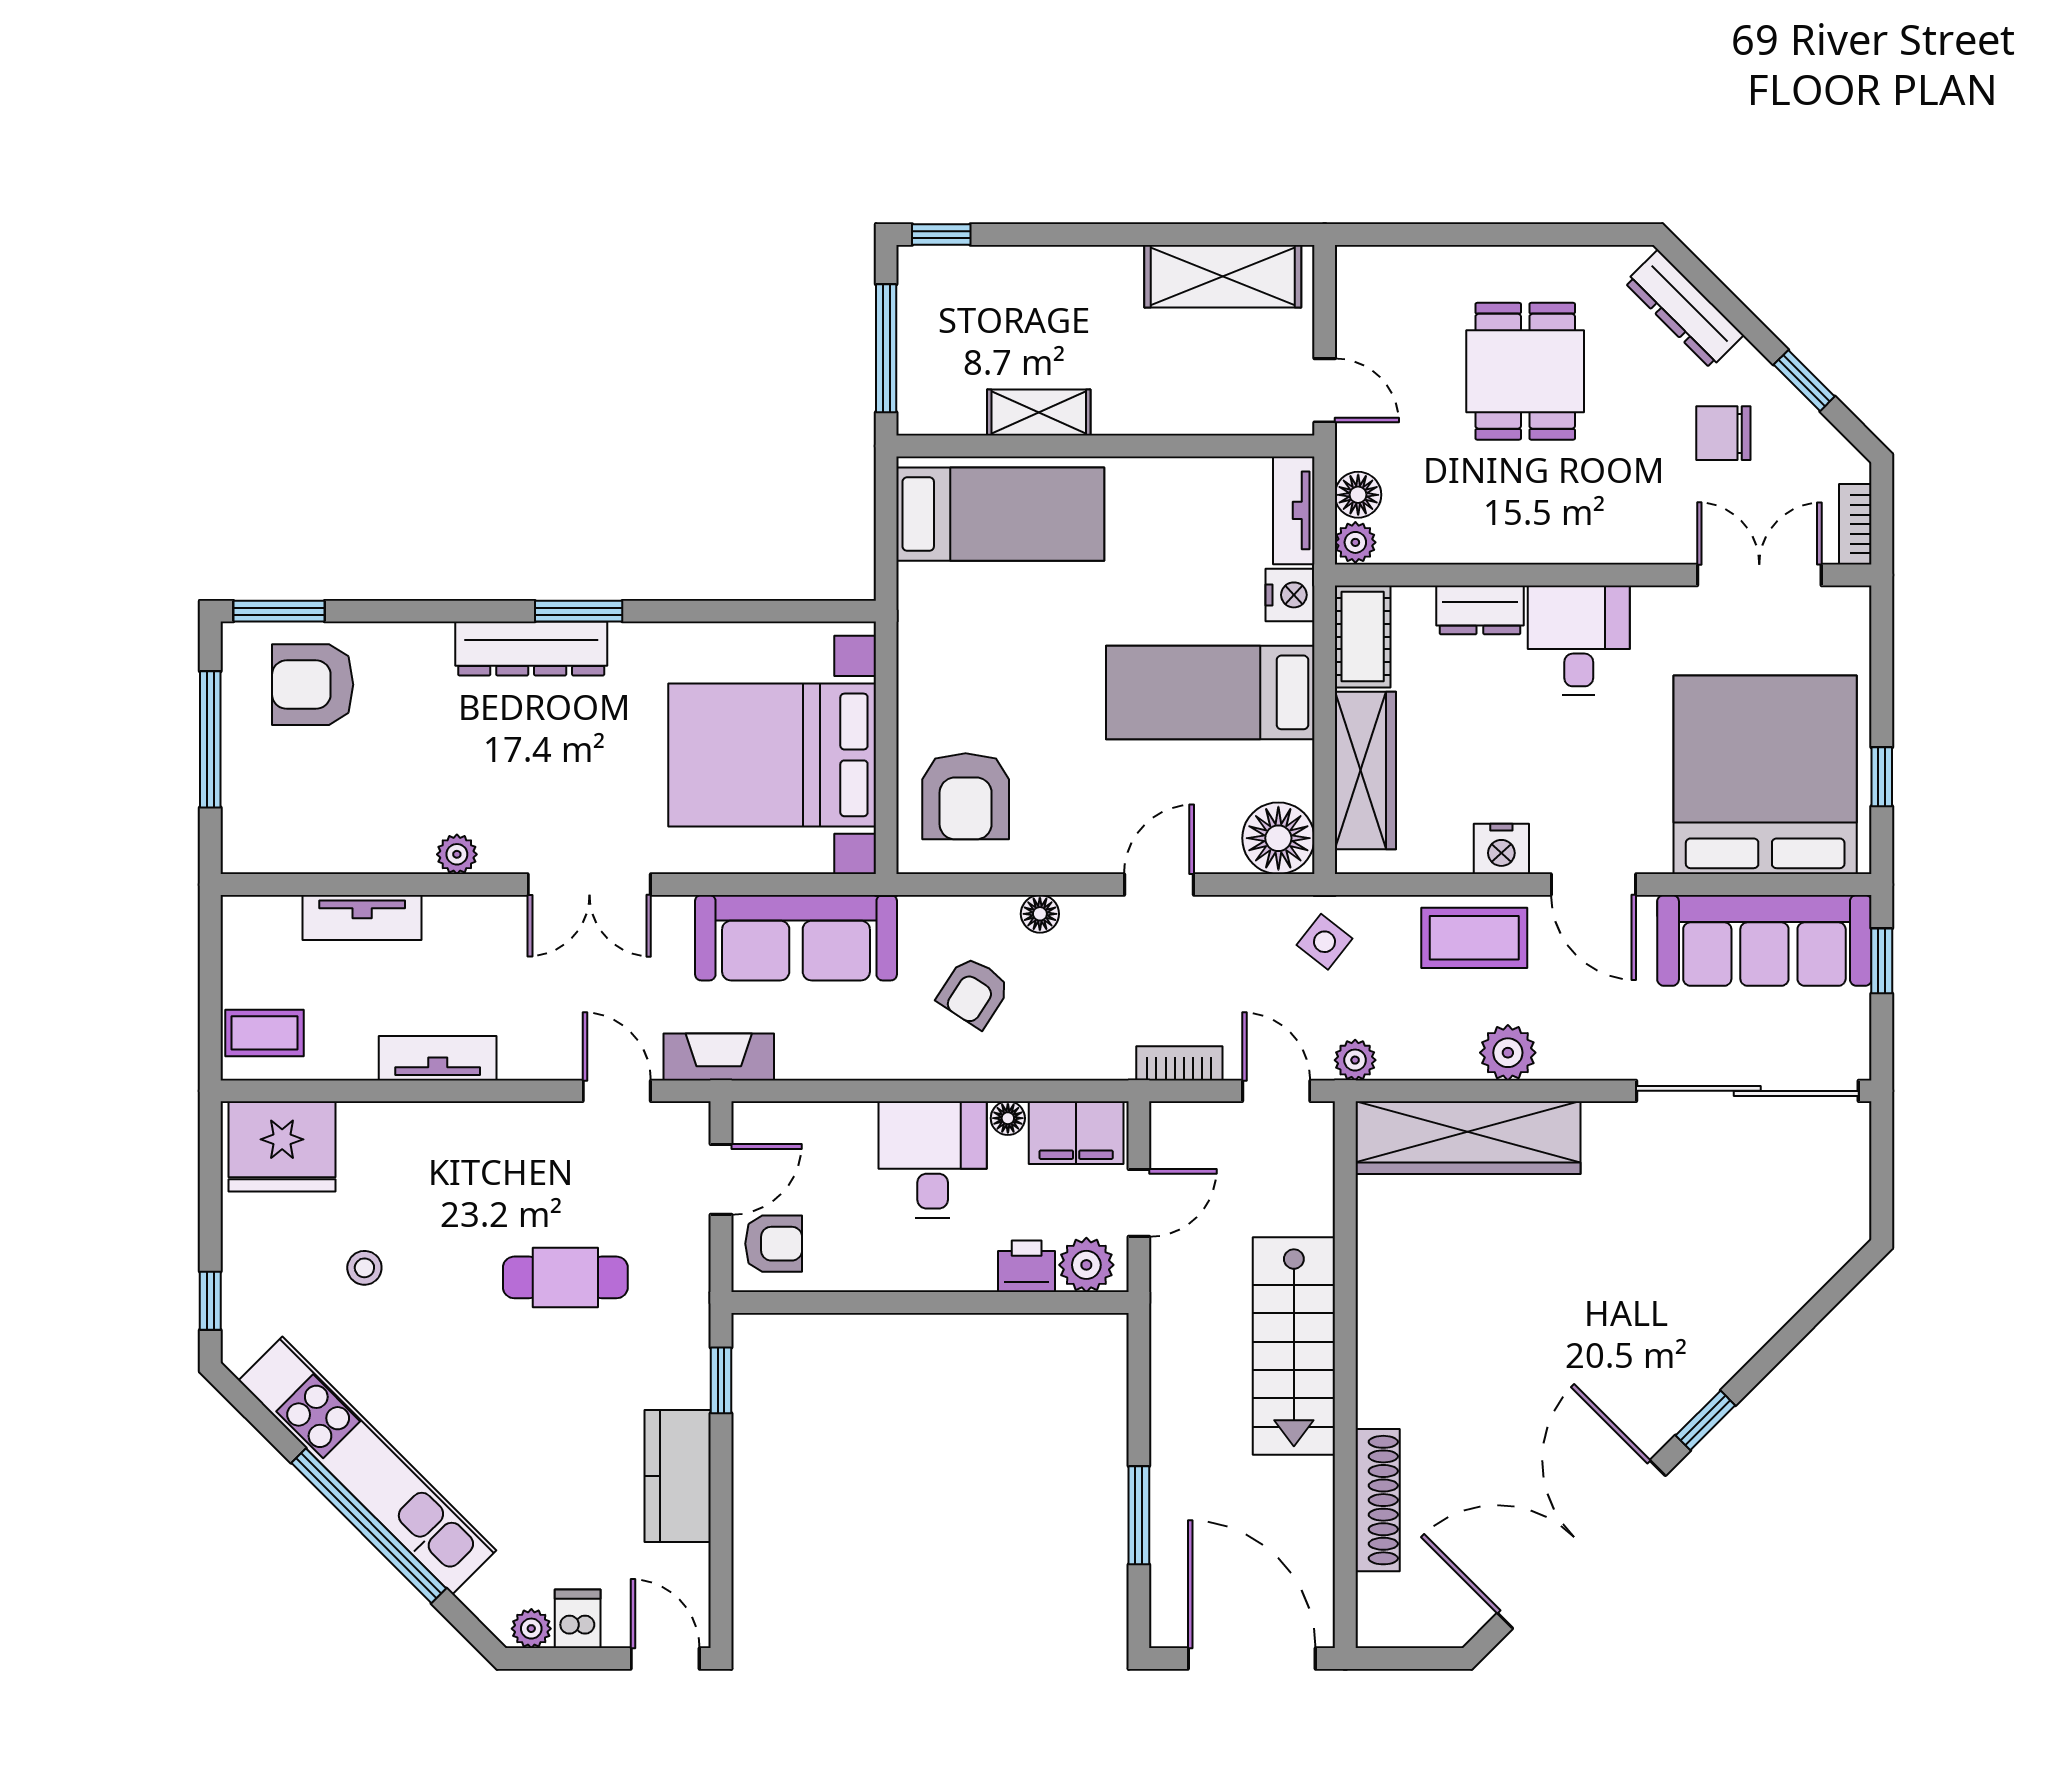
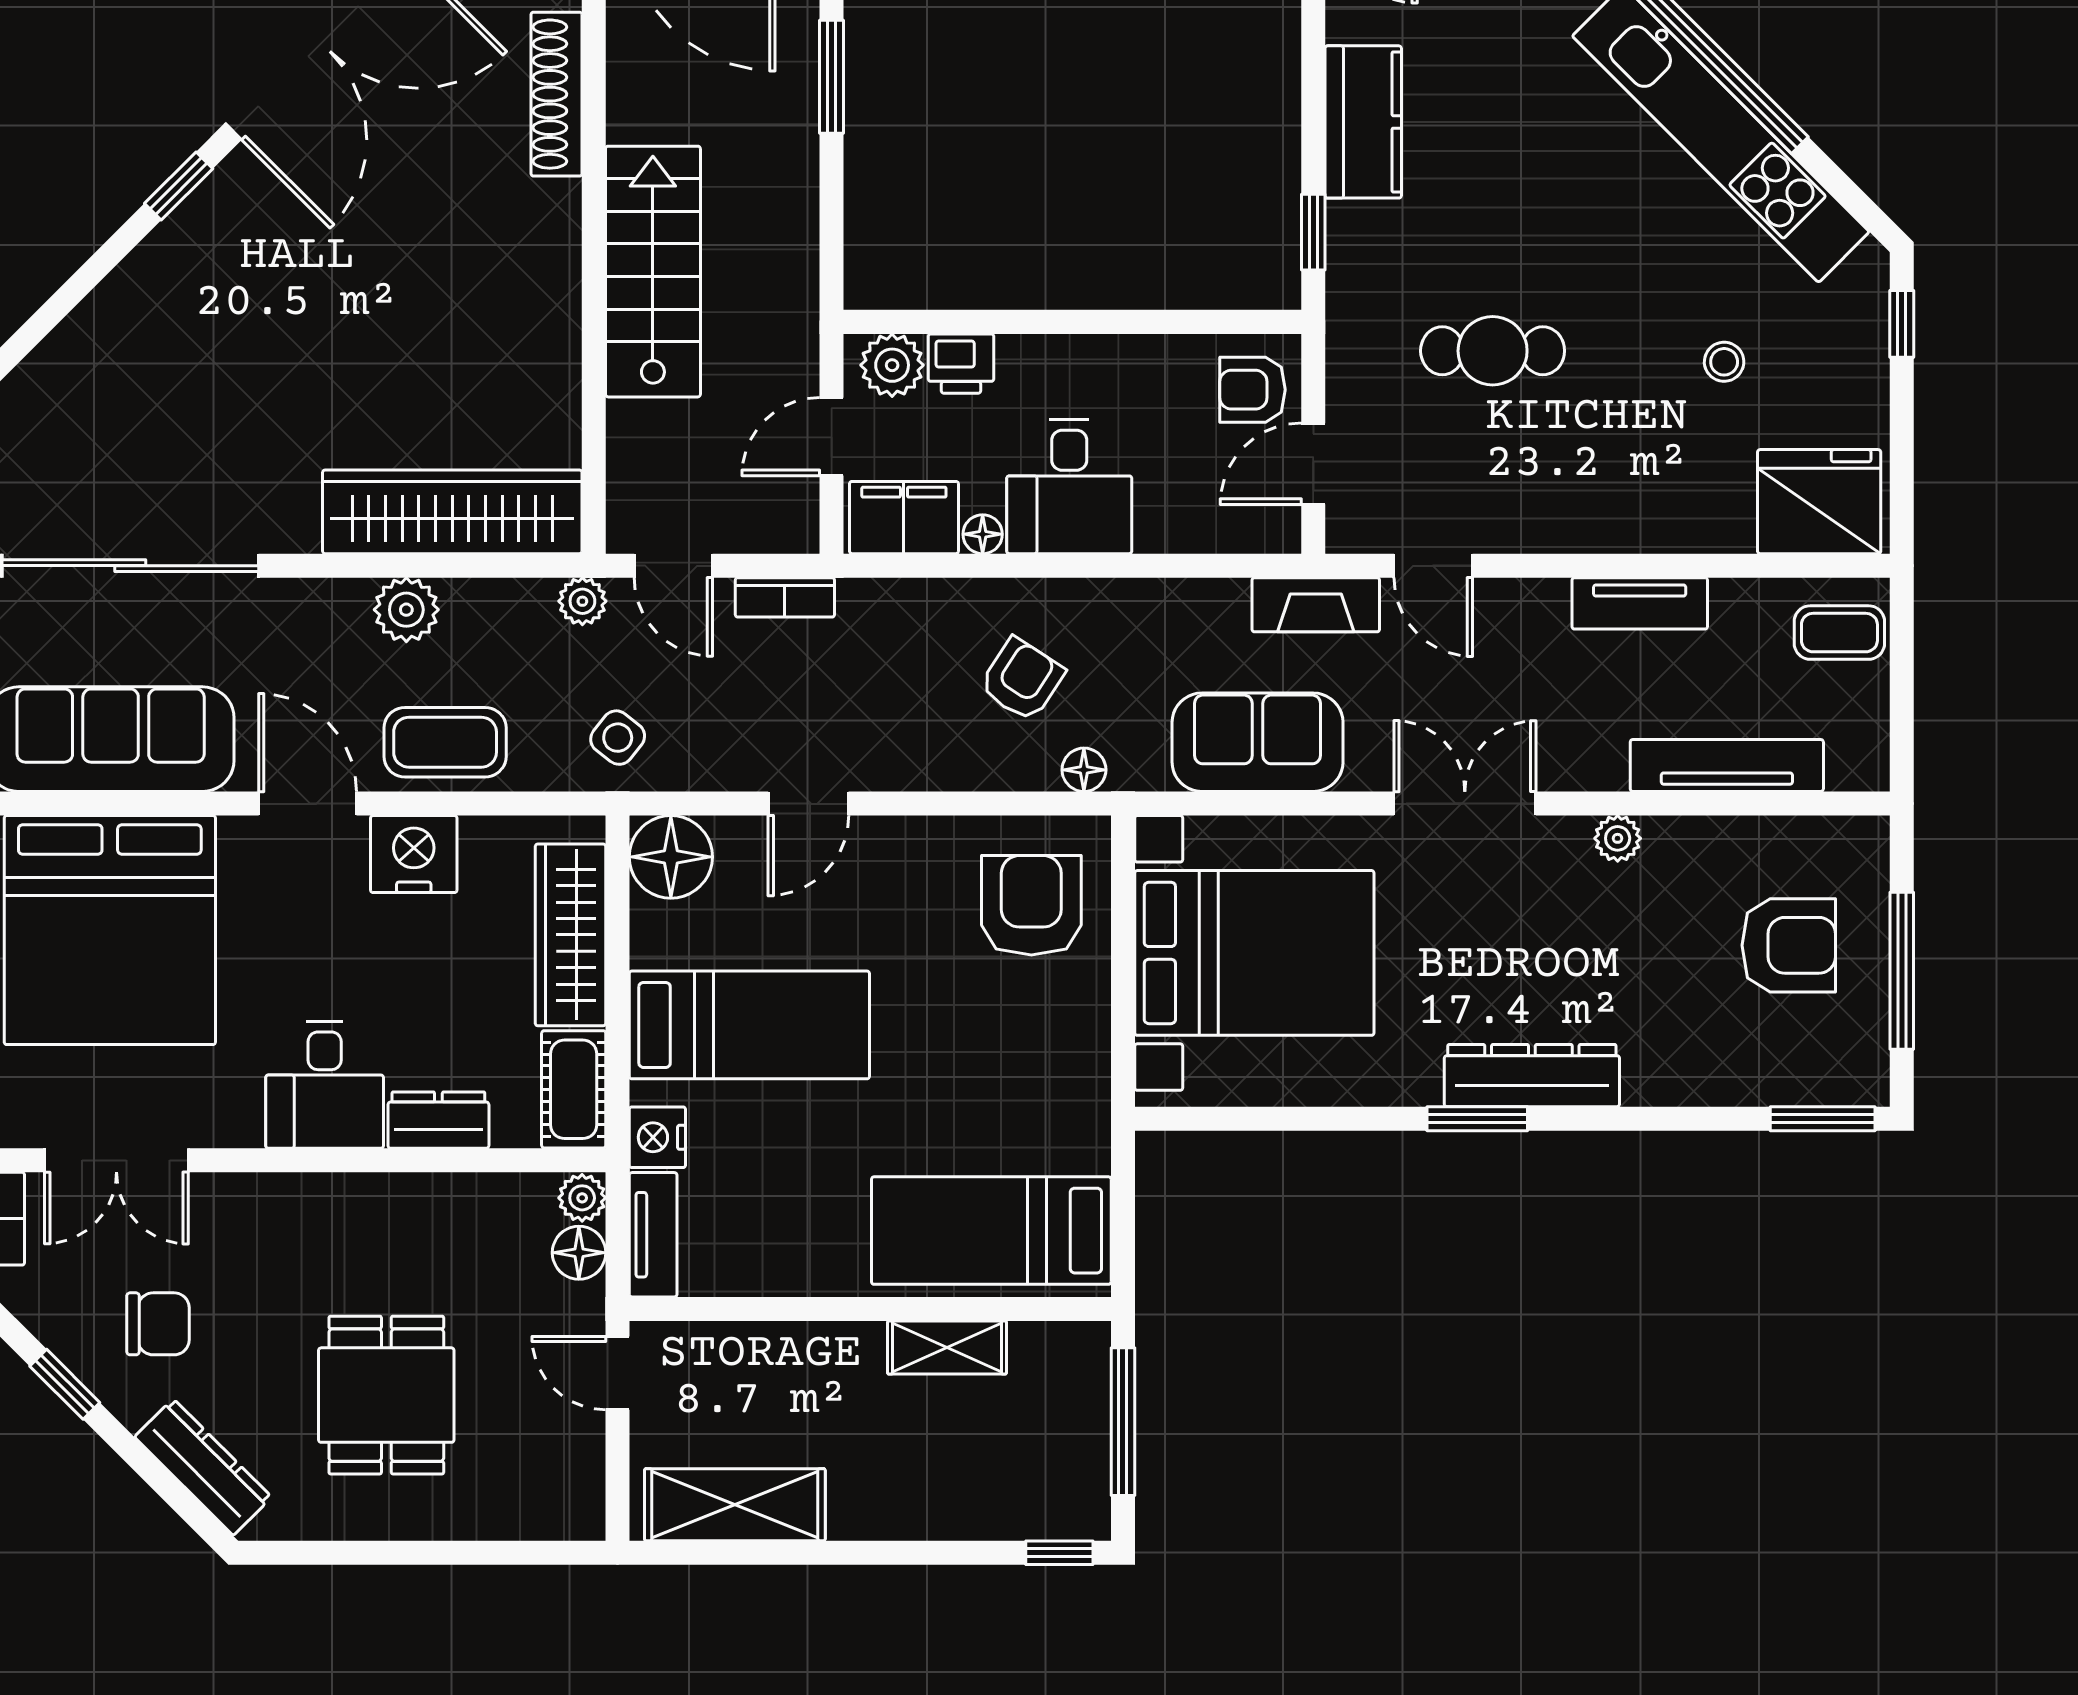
armchair: (313, 685) -> (1789, 945), moved
nightstand: (1501, 849) -> (414, 854), width x1.36, depth x1.33
floor lamp: (1040, 914) -> (1084, 770), moved
tv unit: (362, 918) -> (1727, 765), width x1.41
sofa: (796, 938) -> (1258, 742), width x0.73

